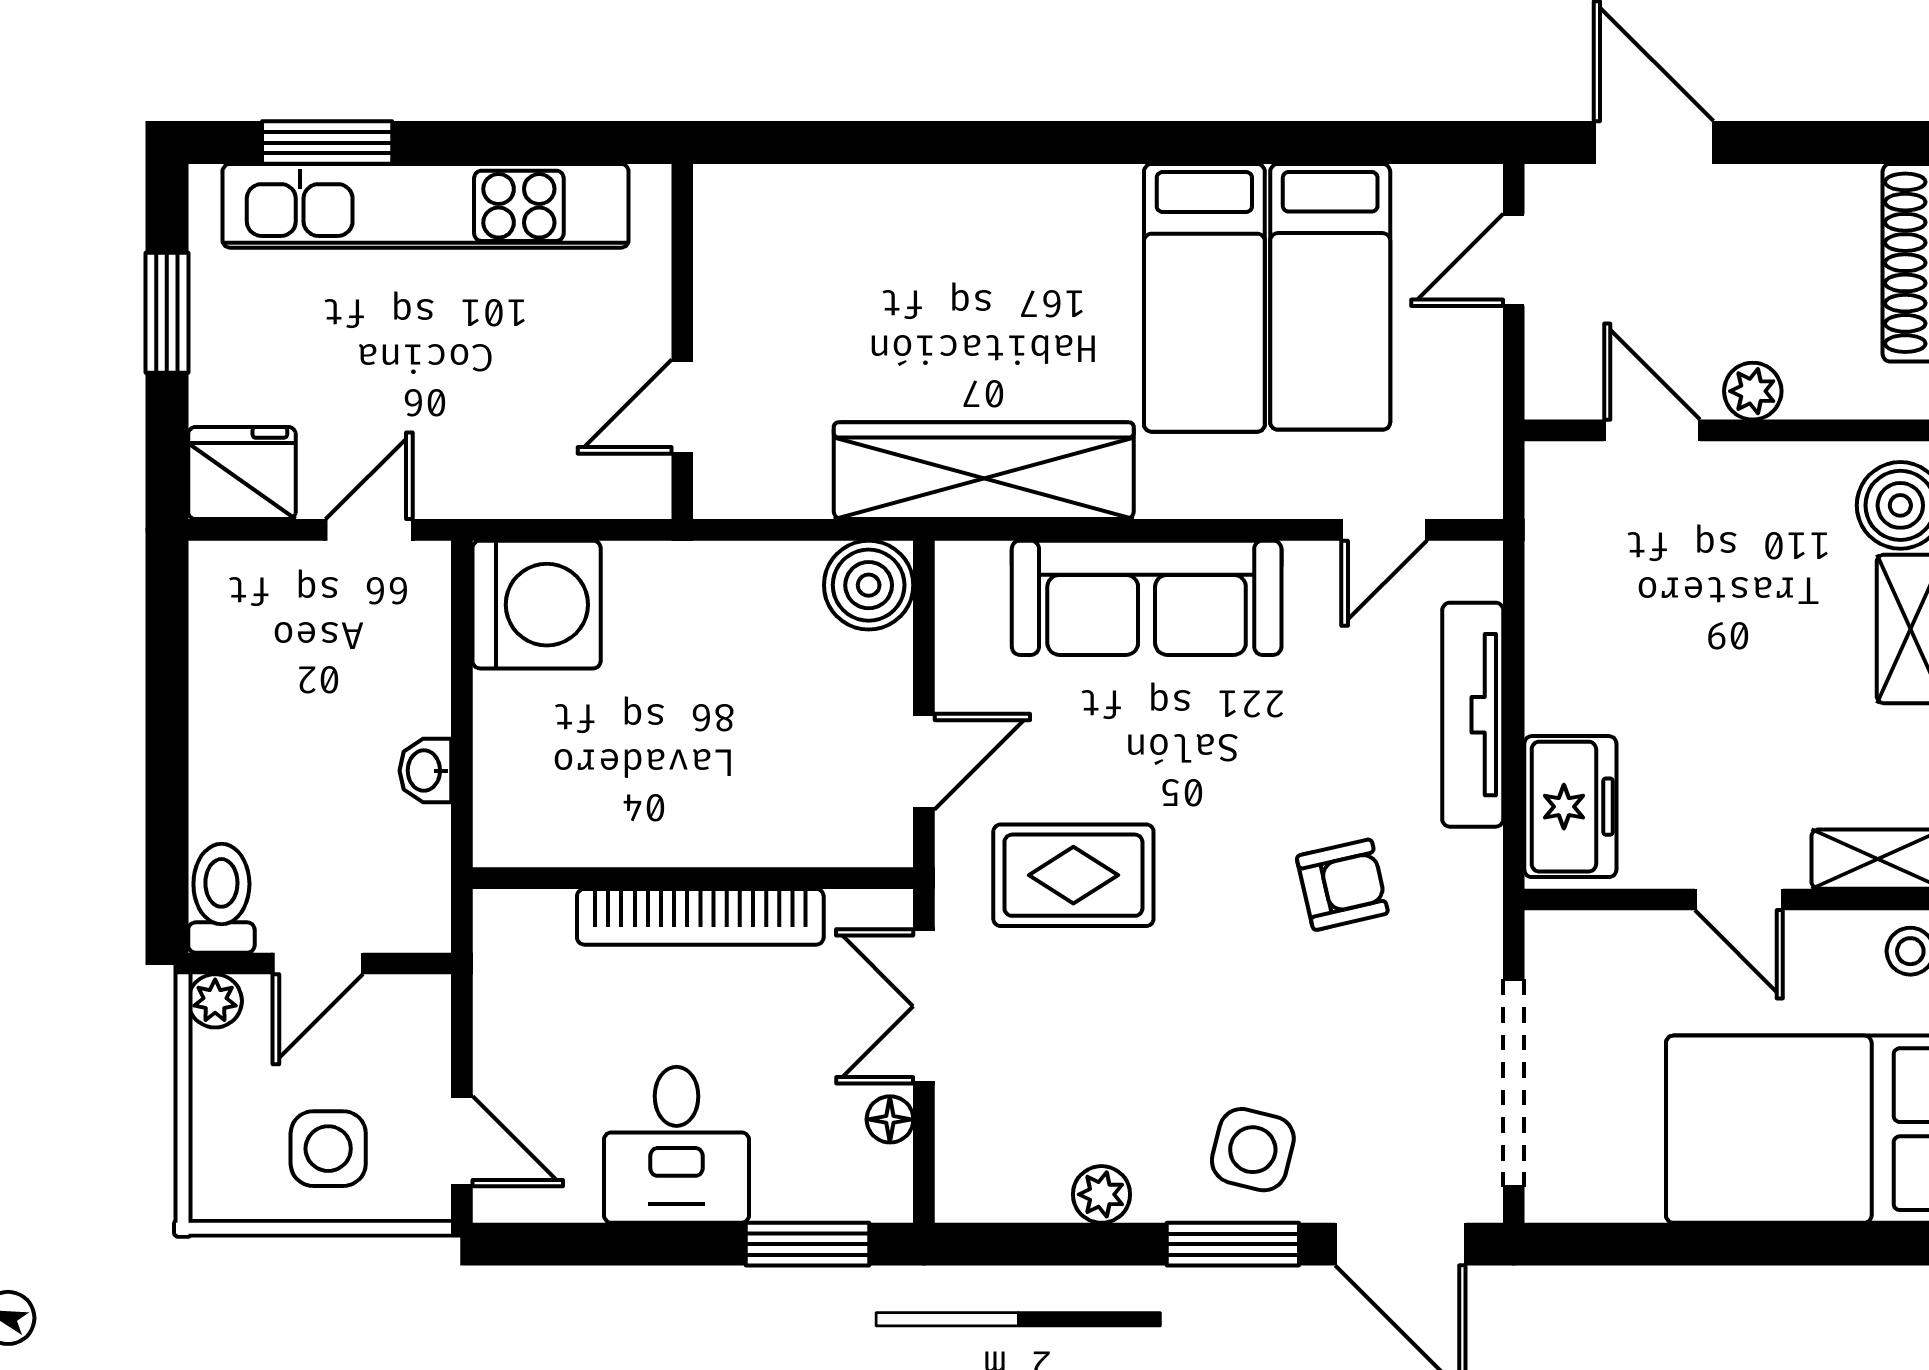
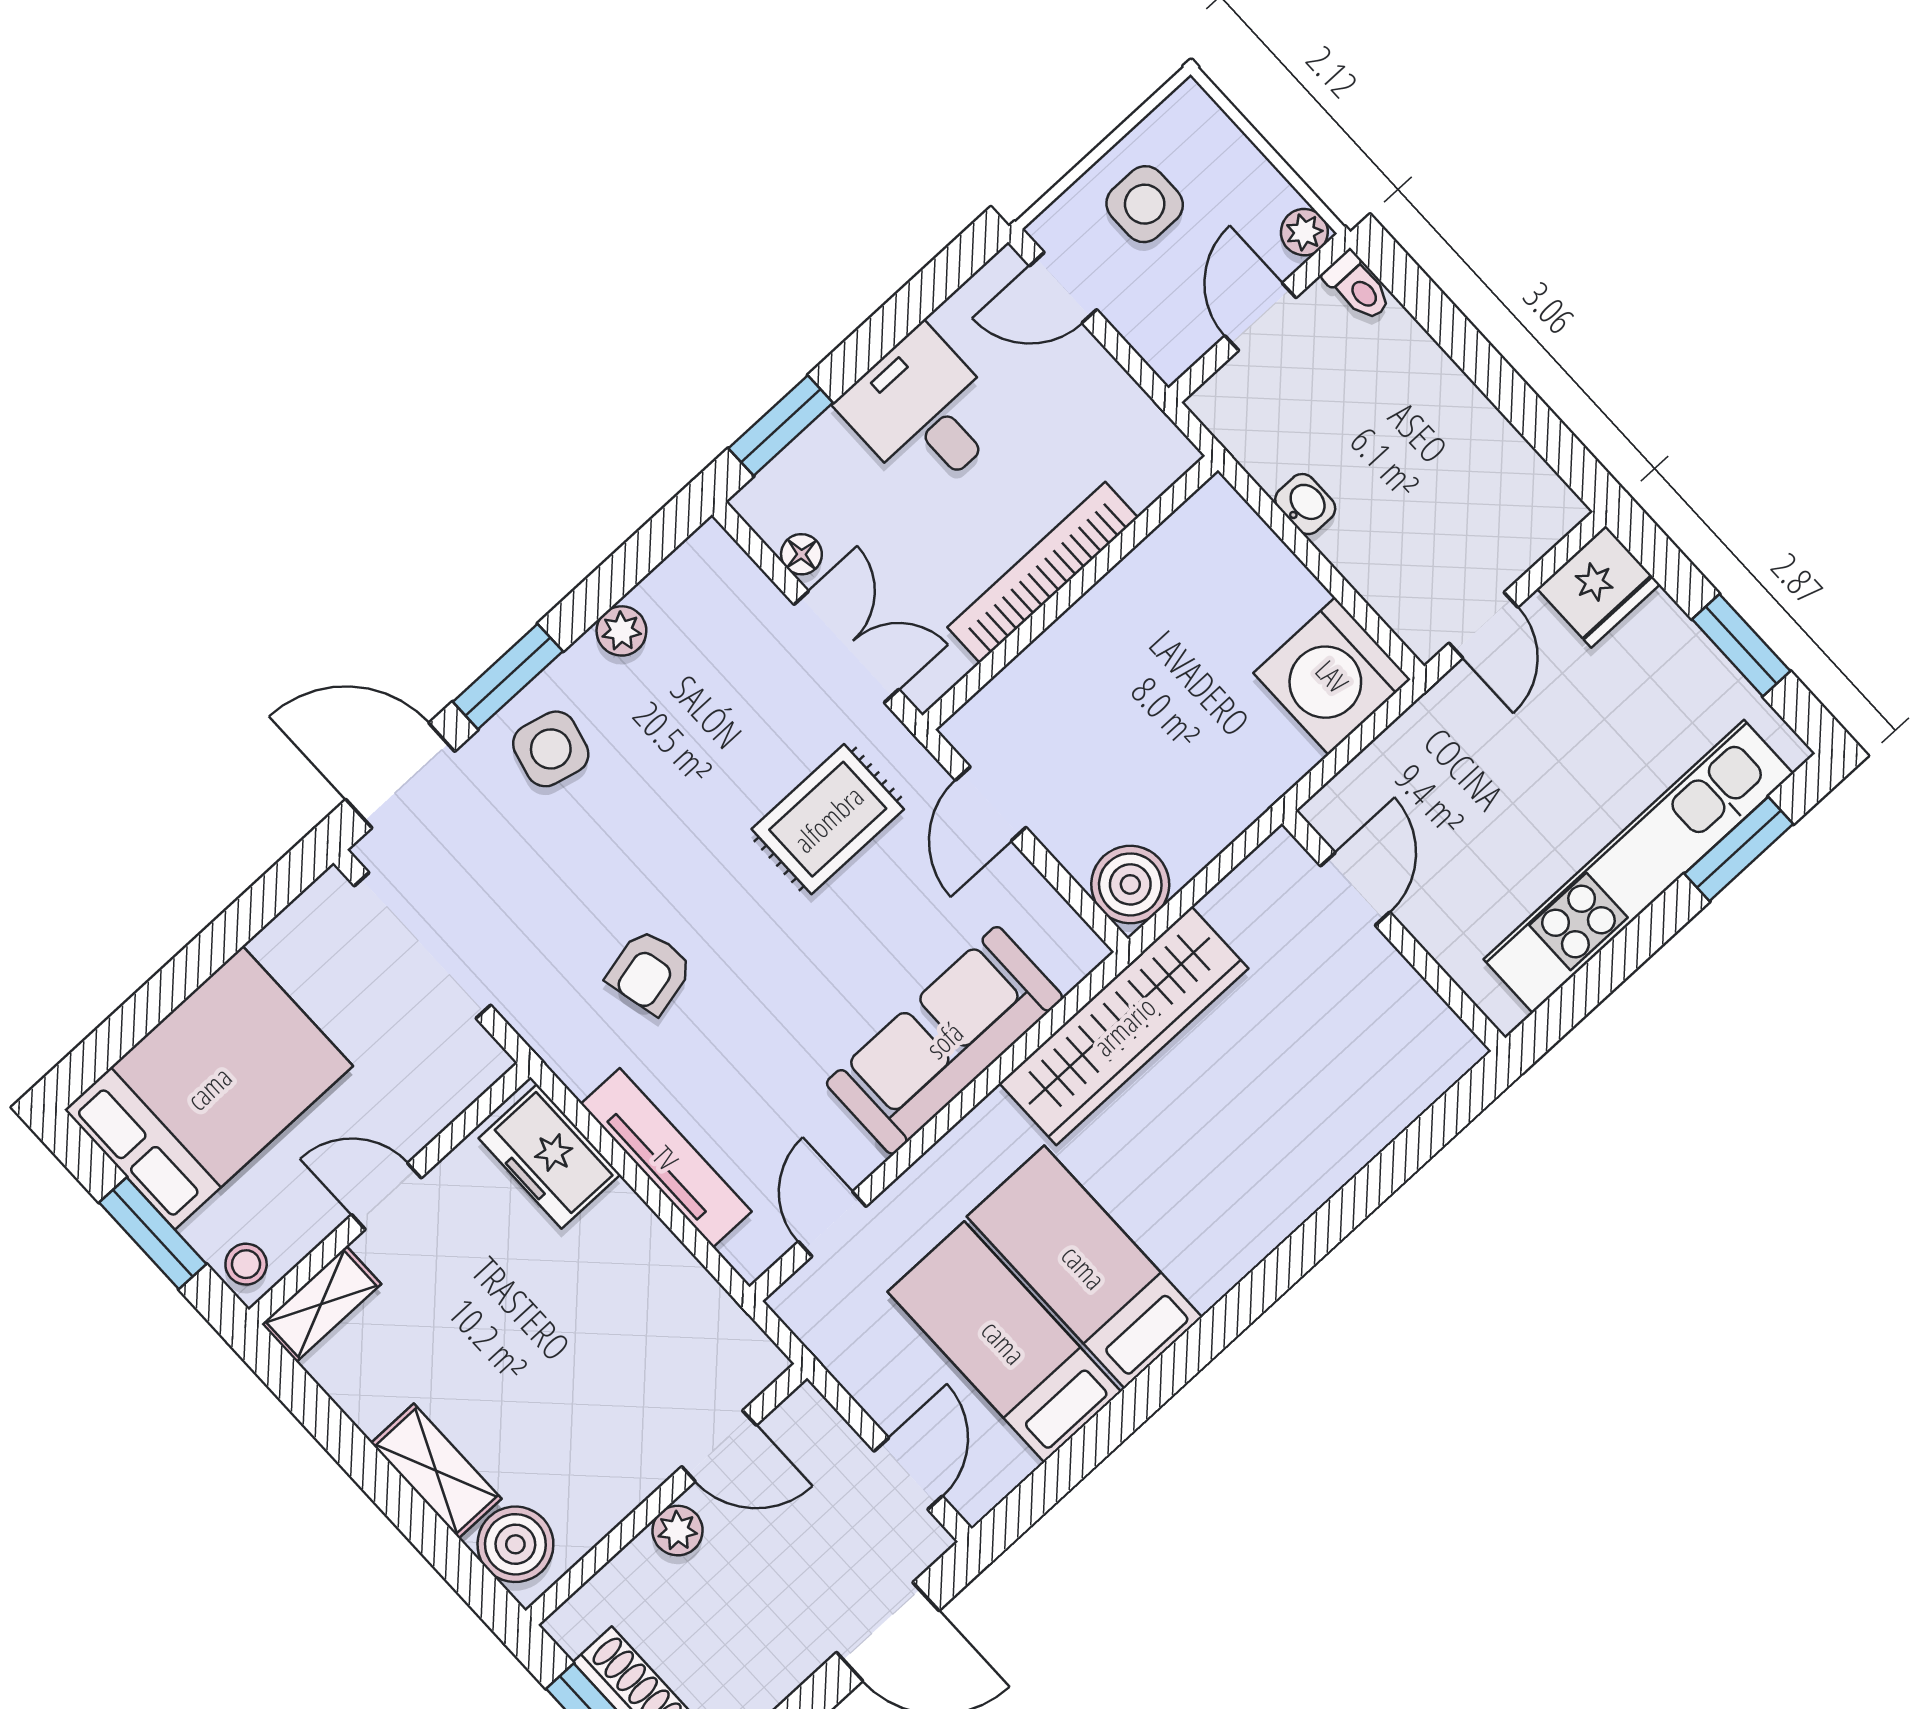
toilet: (221, 898) -> (1358, 287), width x0.73, depth x0.72

